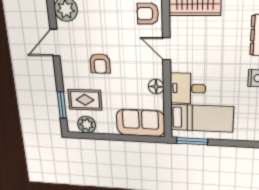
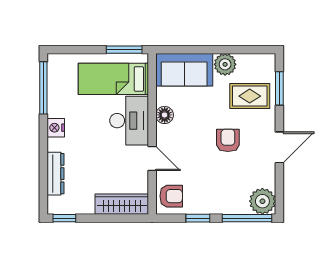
door: (55, 43) -> (279, 147), moved
desk: (188, 88) -> (129, 121), width x1.37
plant: (87, 125) -> (225, 64), moved

